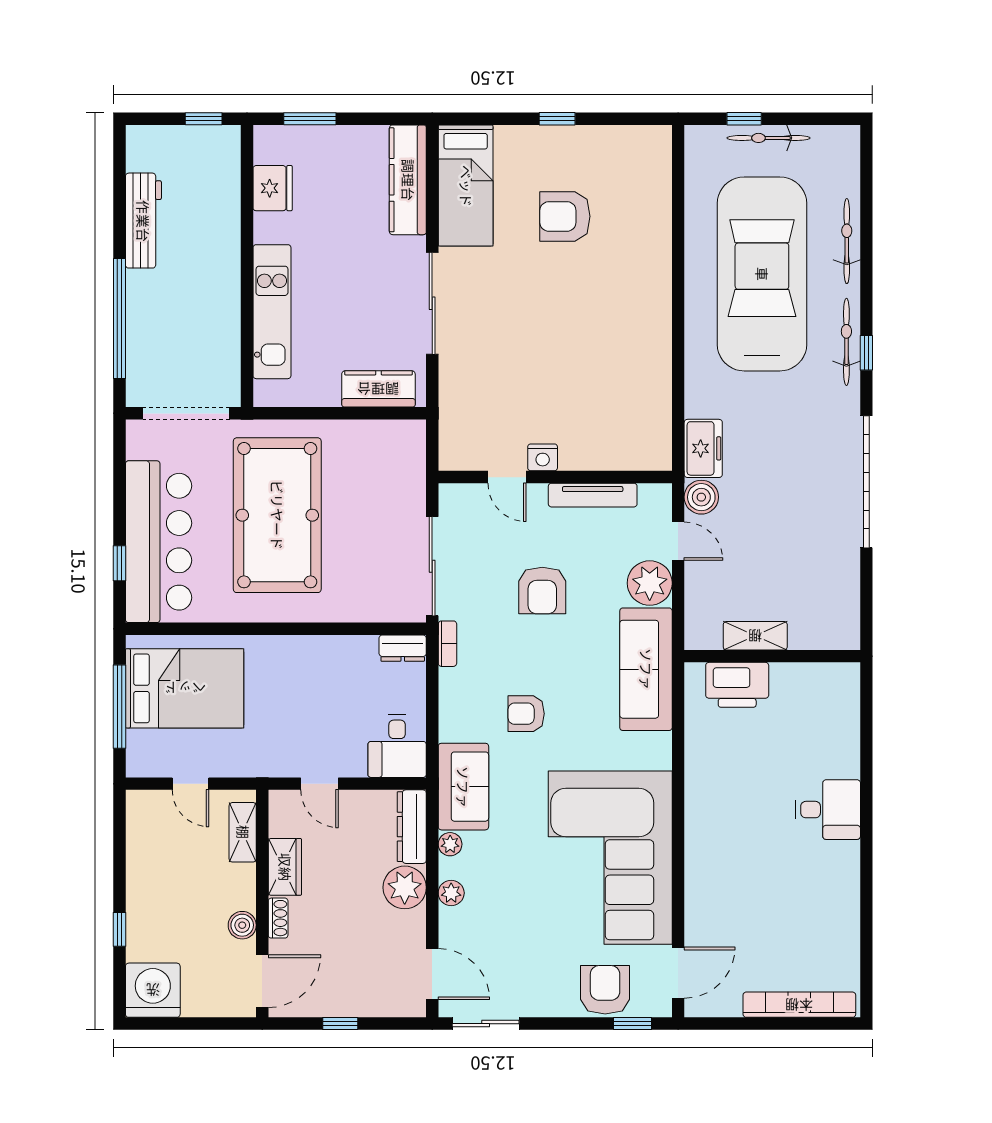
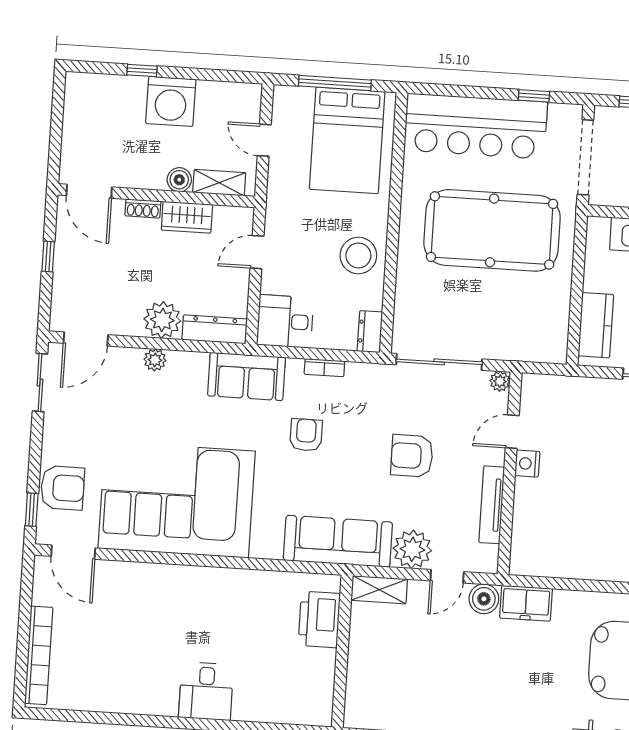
window: (119, 563) -> (534, 96), moved
shelving: (755, 636) -> (379, 590), moved, turned 90
bookcase: (447, 644) -> (324, 368), moved
stool: (316, 667) -> (358, 256), added
door: (190, 784) -> (264, 140), hinge flipped
plant: (450, 844) -> (500, 381), moved
boiler: (242, 925) -> (179, 180), moved
washing machine: (153, 990) -> (171, 101), moved, turned 90

